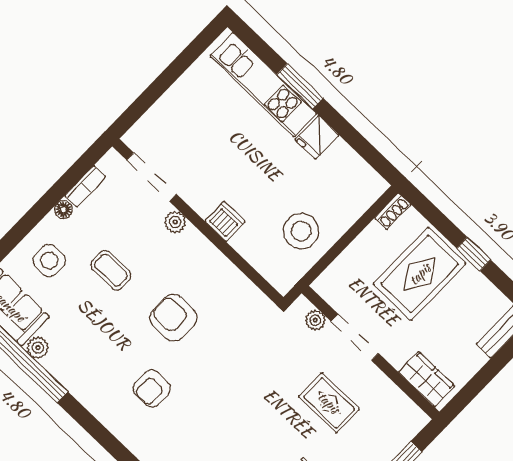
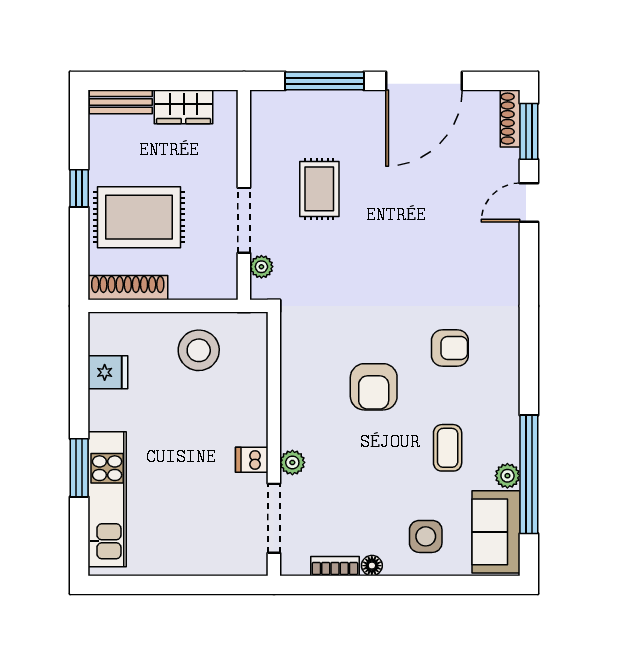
fridge: (317, 137) -> (108, 372), moved
shoe rack: (393, 211) -> (128, 288), width x1.94, depth x1.24
dishwasher: (225, 221) -> (252, 460), moved, width x0.73
coffee table: (111, 270) -> (448, 448), moved
wardrobe: (427, 379) -> (184, 107), moved, turned -90

